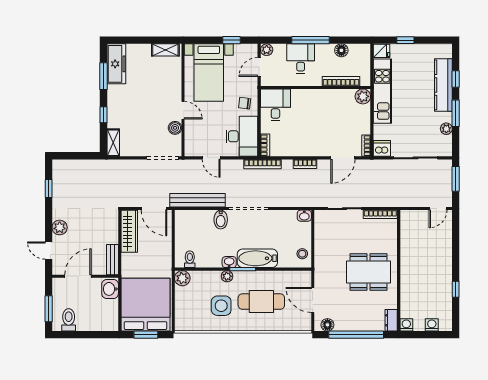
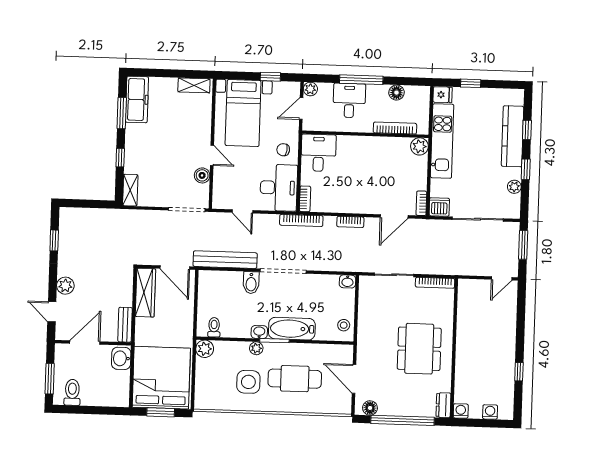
window: (456, 113) -> (526, 169), width x0.67
dining table: (368, 272) -> (419, 349), turned 90

